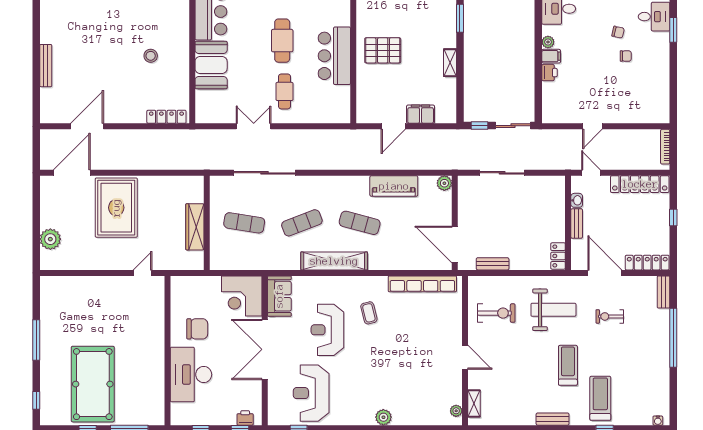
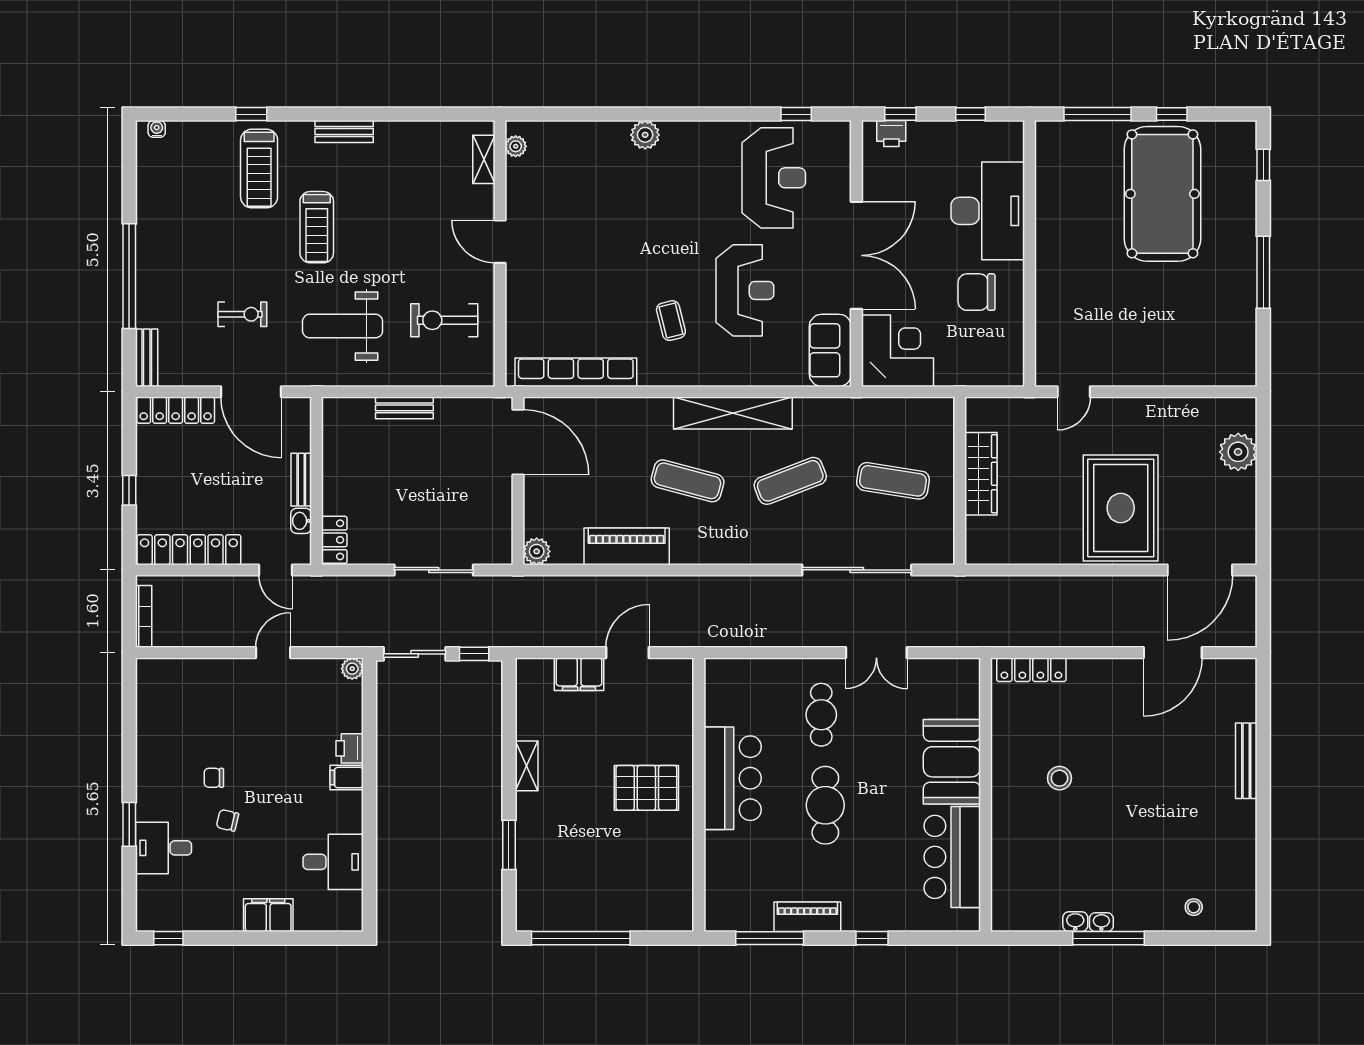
plant: (548, 42) -> (352, 669), moved
locker: (558, 256) -> (334, 540), moved
bench: (493, 264) -> (404, 408), moved

